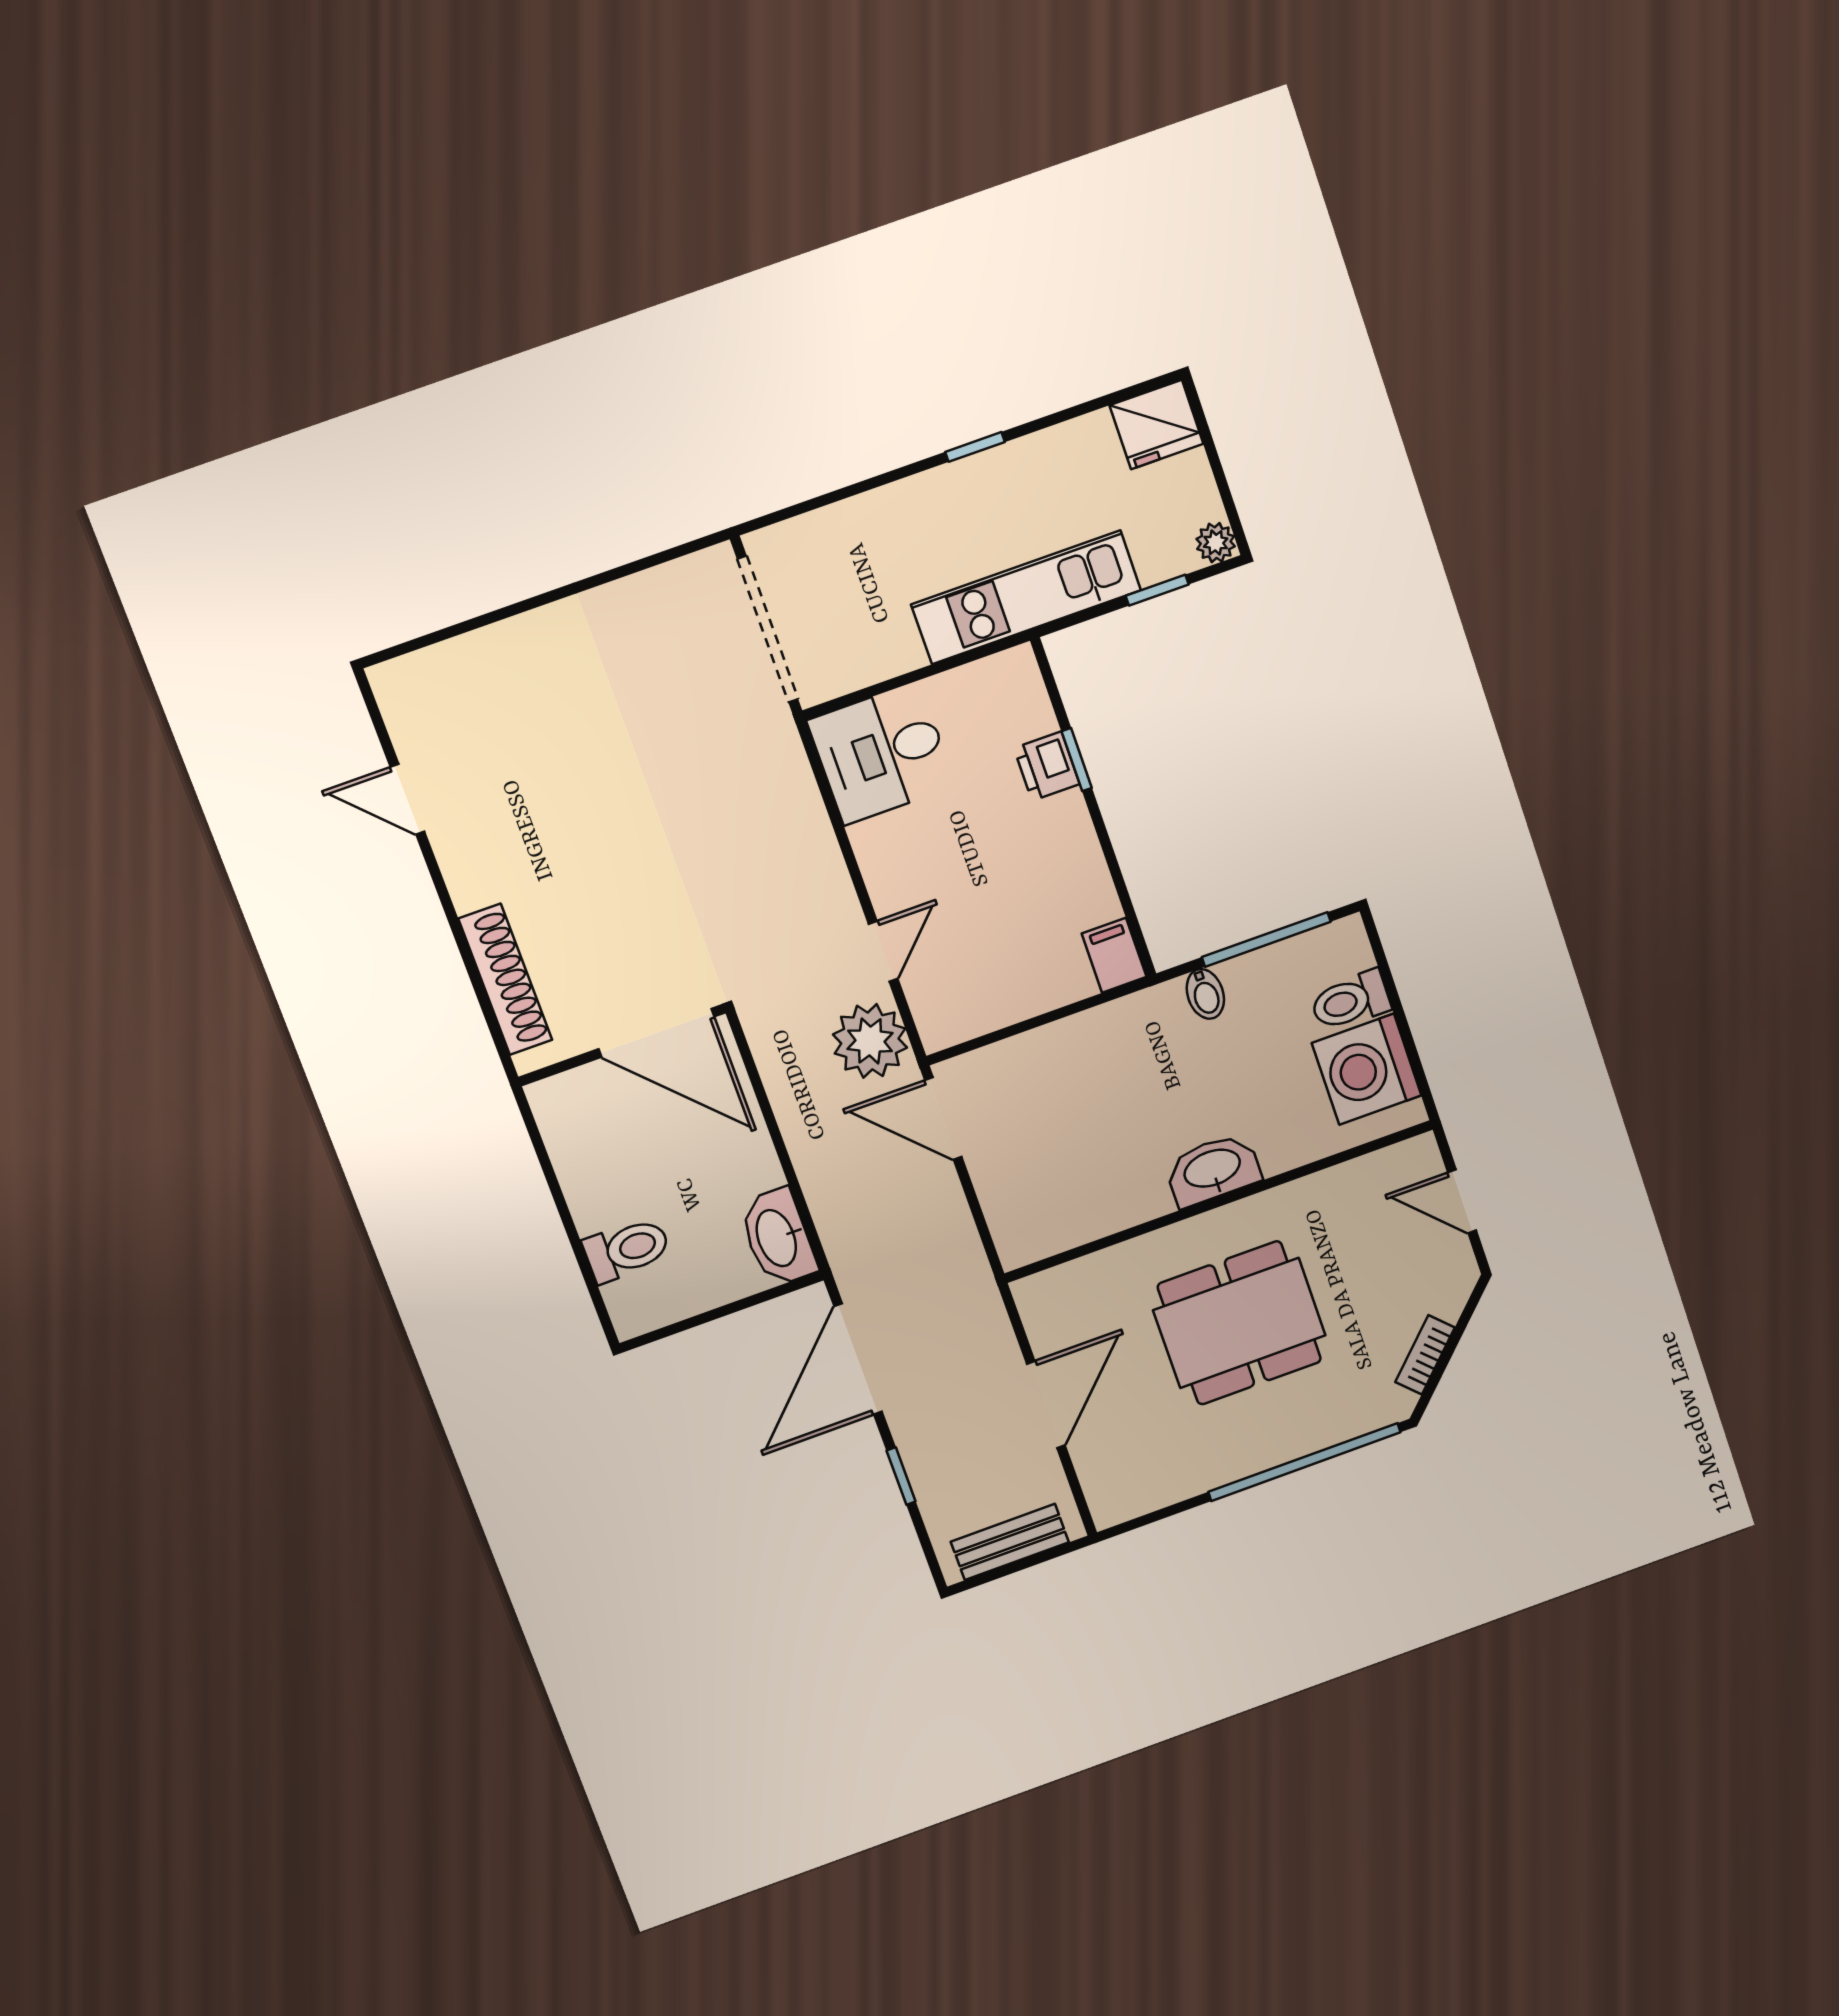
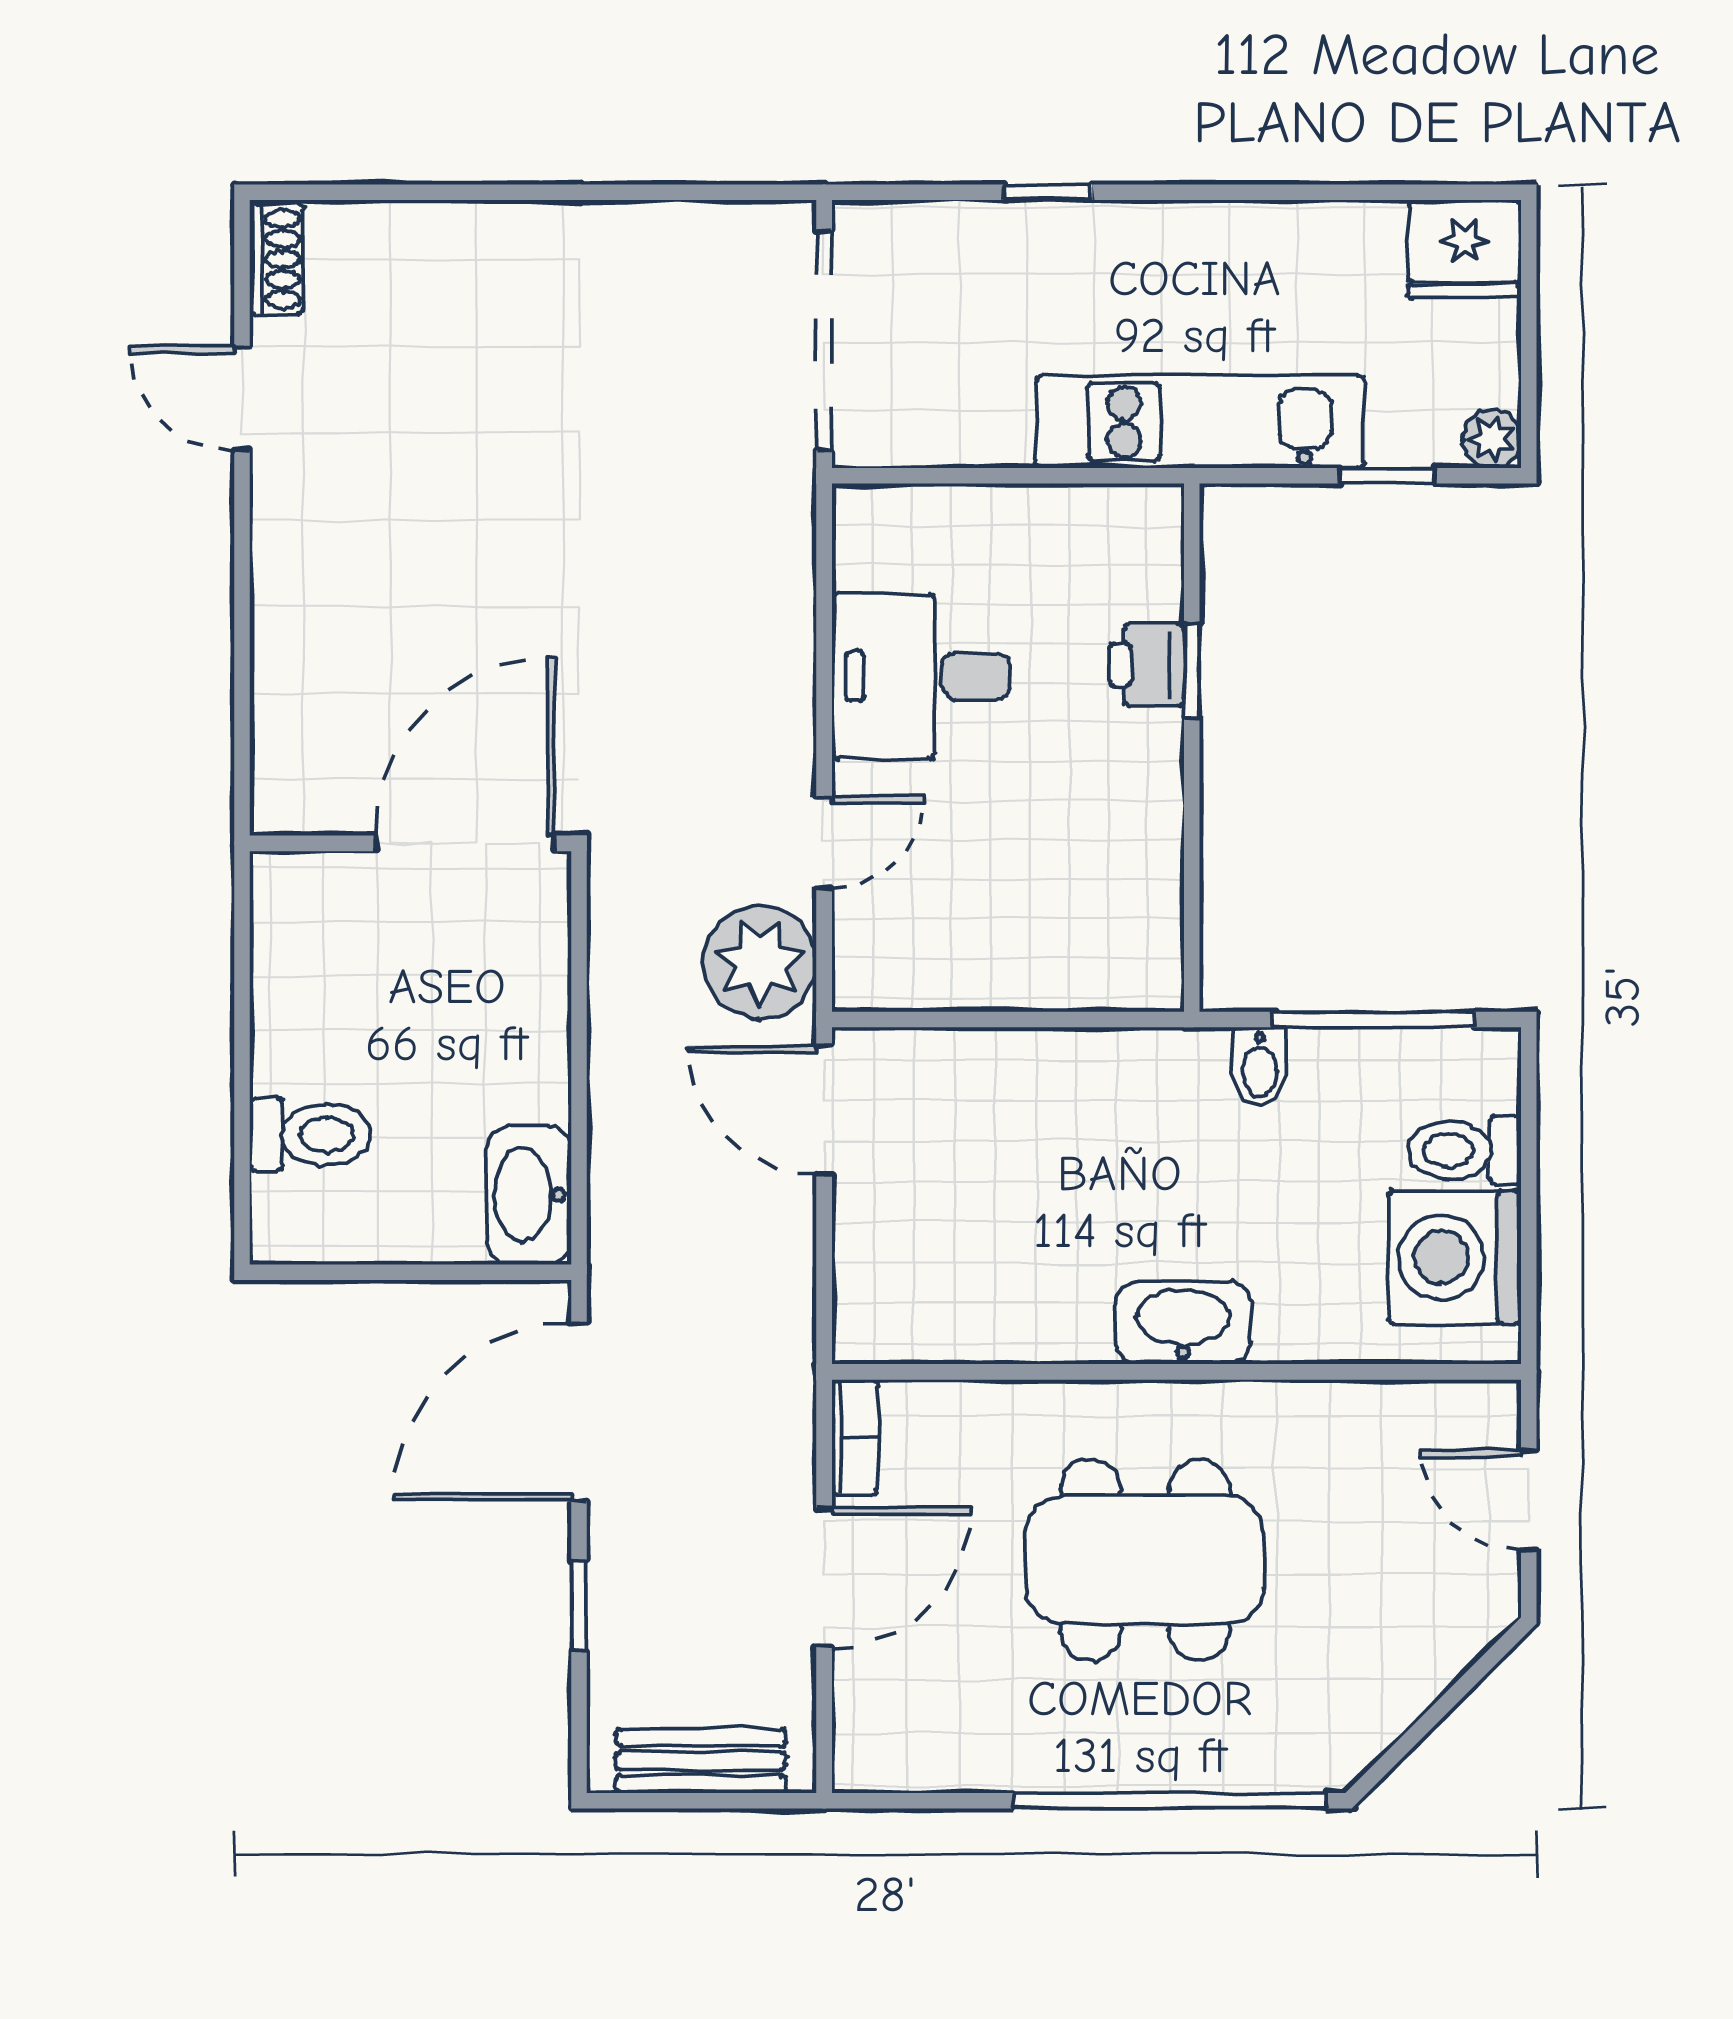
window: (975, 447) -> (1048, 192), moved
desk: (881, 753) -> (921, 676), moved
filing cabinet: (1114, 955) -> (1149, 965), removed
shoe rack: (505, 979) -> (276, 259), moved, width x0.51, depth x0.81
door: (656, 1033) -> (465, 843), swing flipped
bookcase: (1425, 1355) -> (855, 1437), moved, turned 135

